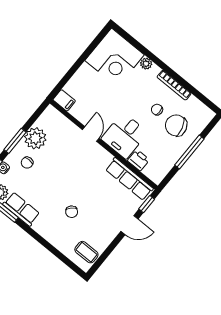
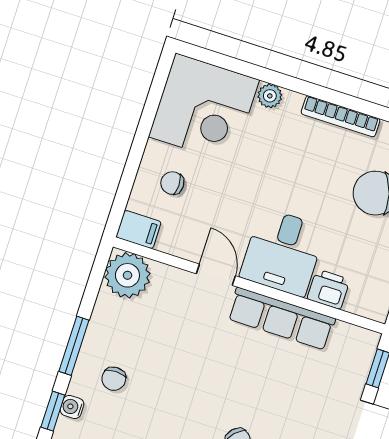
chair: (157, 110) -> (172, 183), moved
plant: (35, 138) -> (127, 275), moved
row of seats: (129, 179) -> (281, 319), moved

